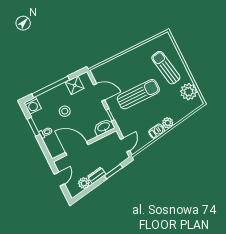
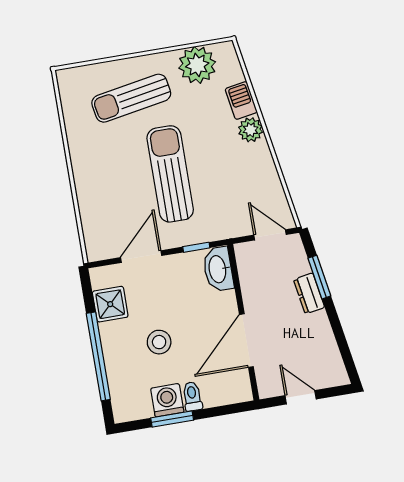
washing machine: (33, 106) -> (167, 400), moved, turned -90
barbecue: (157, 131) -> (241, 101), moved
dresser: (97, 175) -> (309, 293), moved
plant: (84, 183) -> (325, 347), removed

